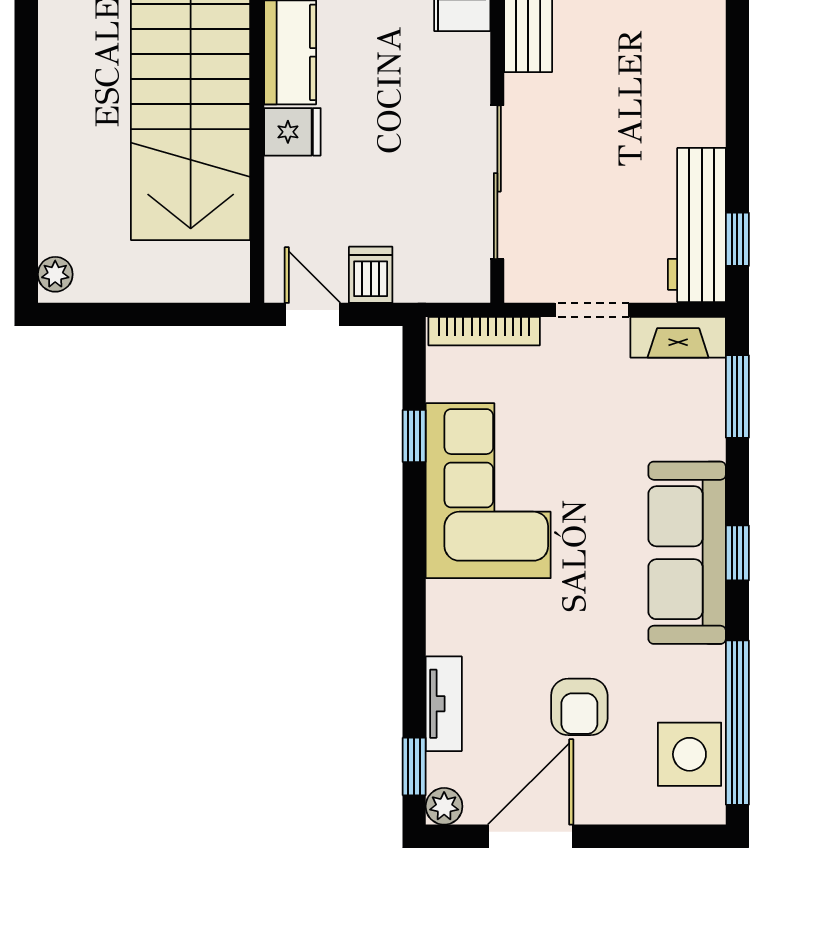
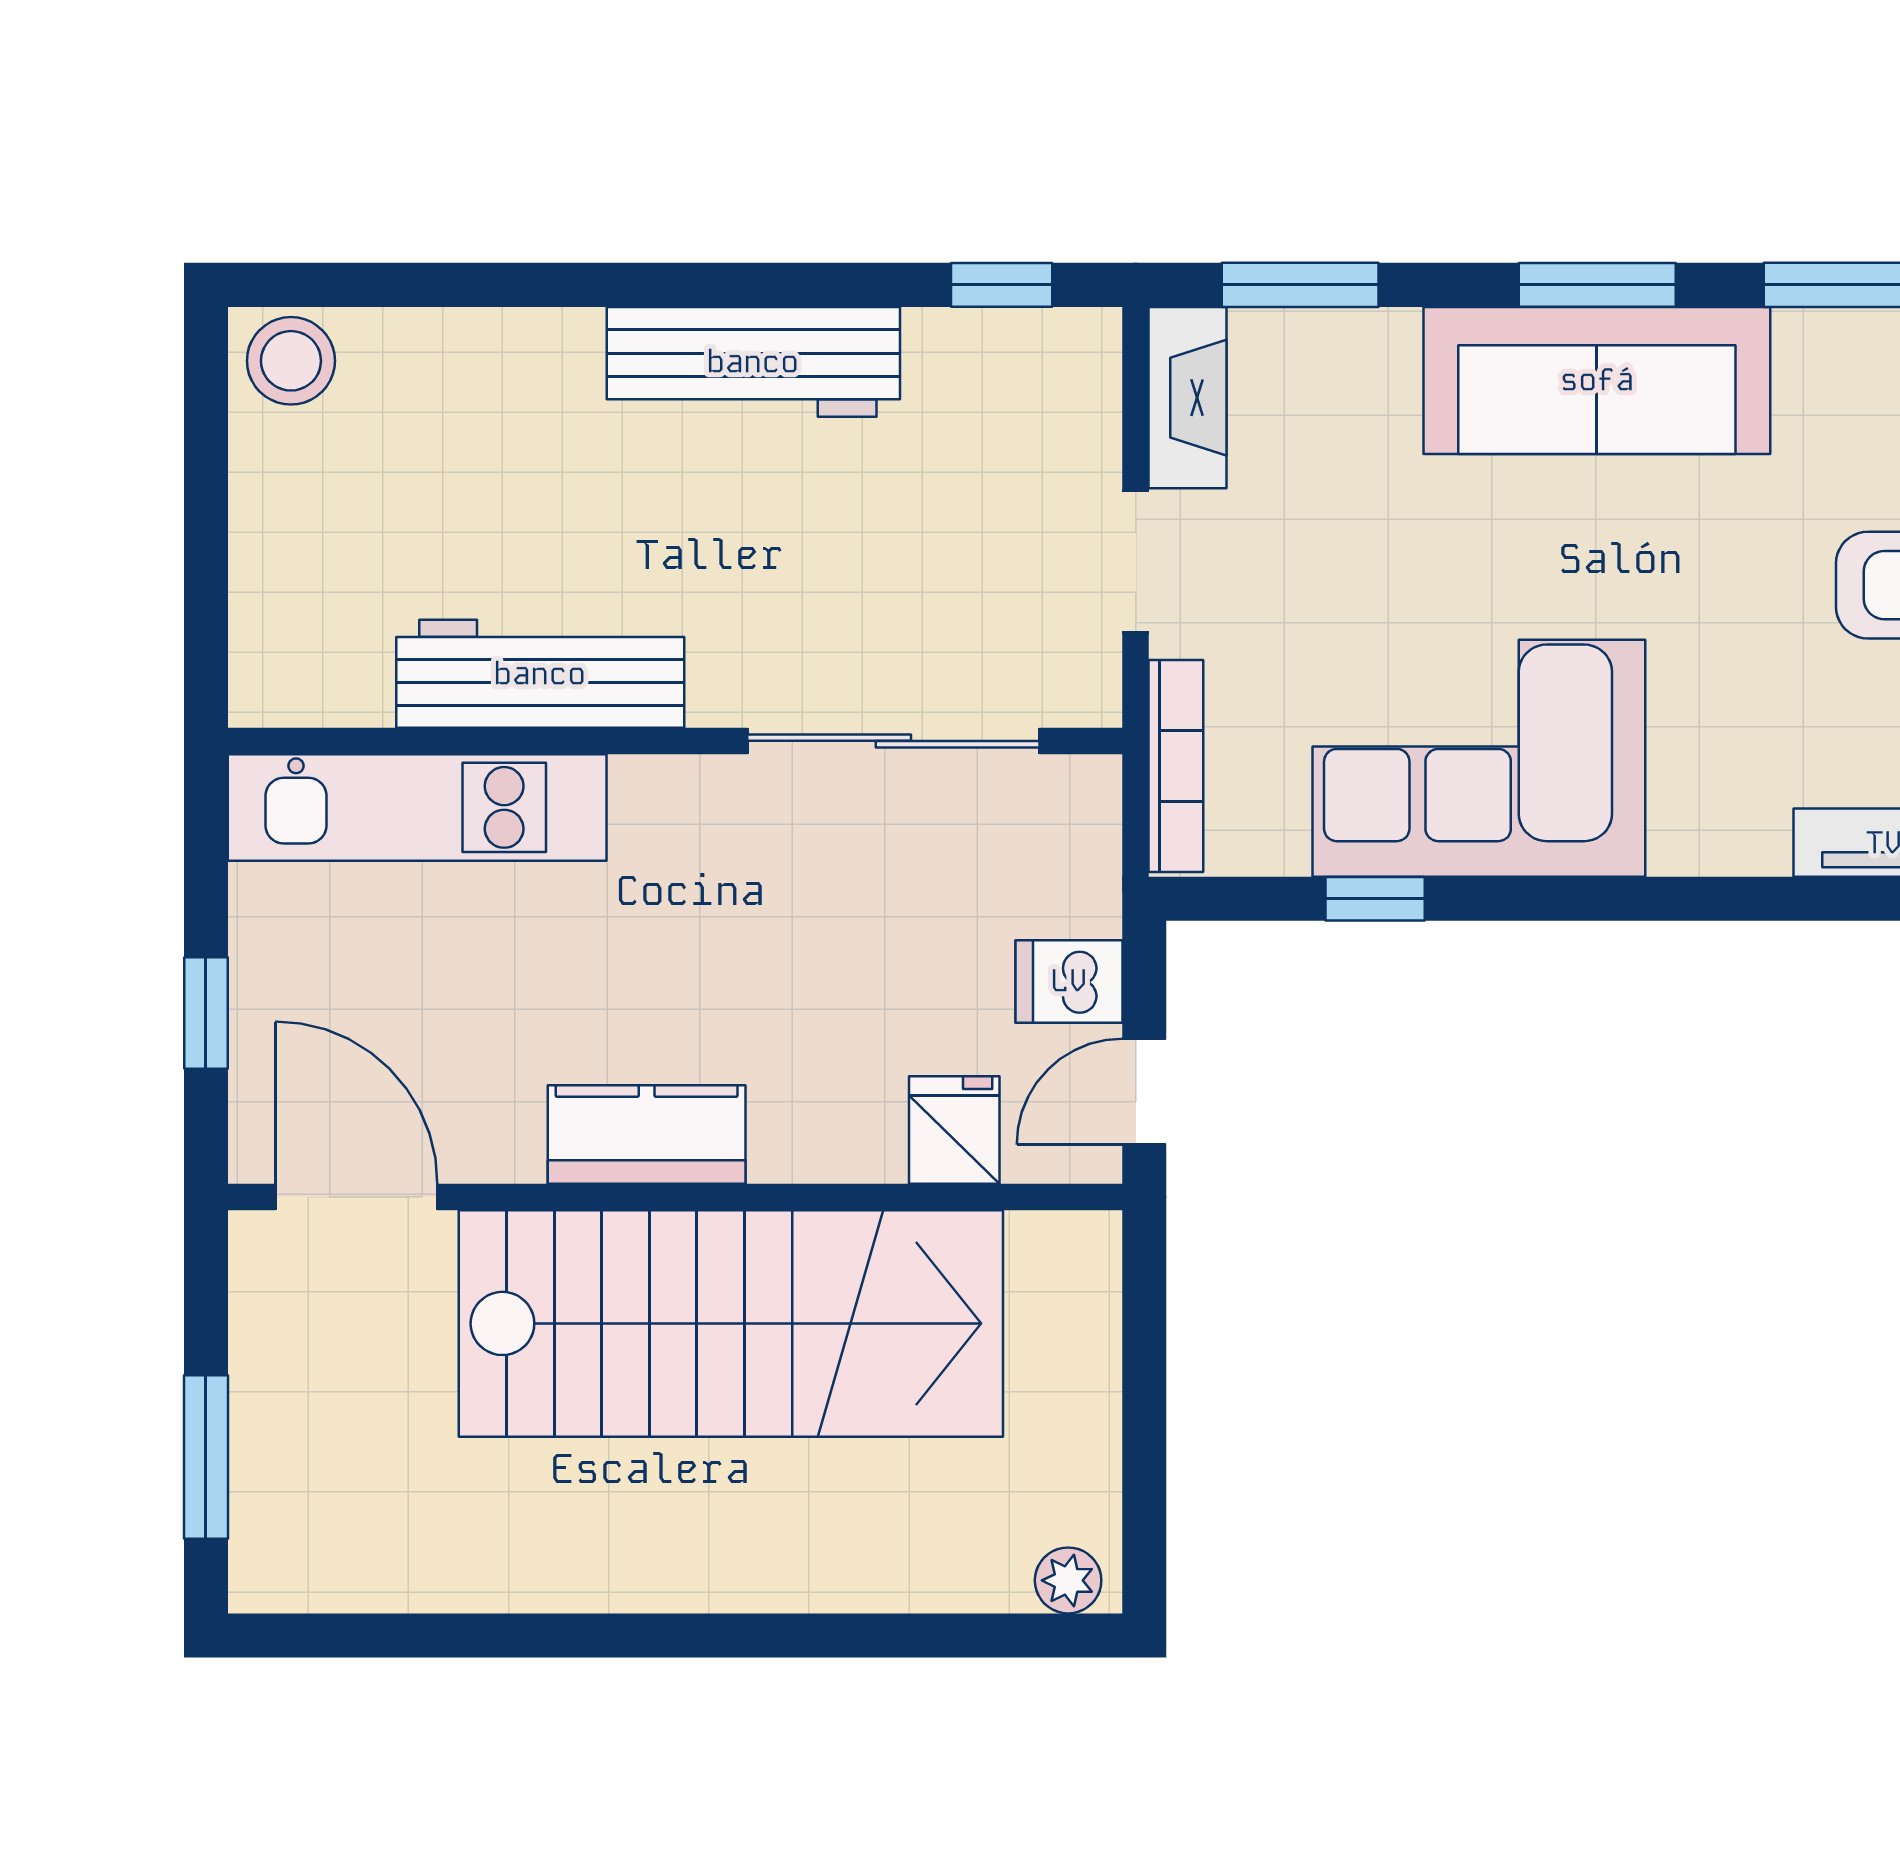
fridge: (292, 132) -> (954, 1130), moved
workbench: (697, 225) -> (753, 362), moved
window: (737, 553) -> (1597, 285), width x1.50

